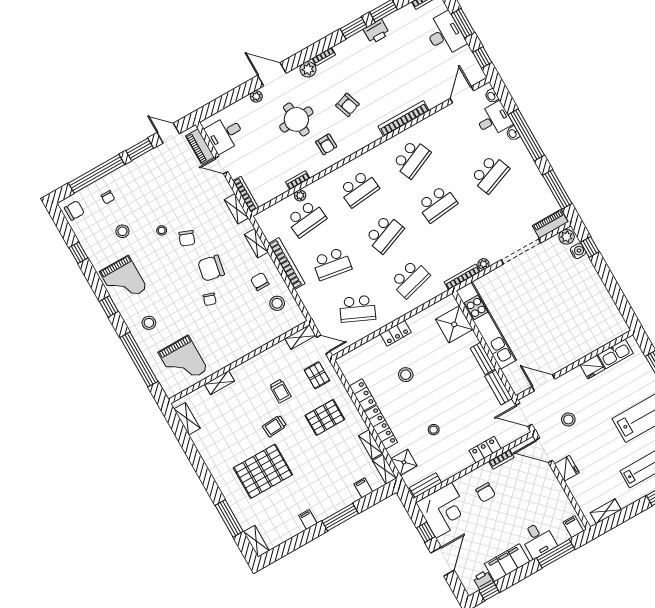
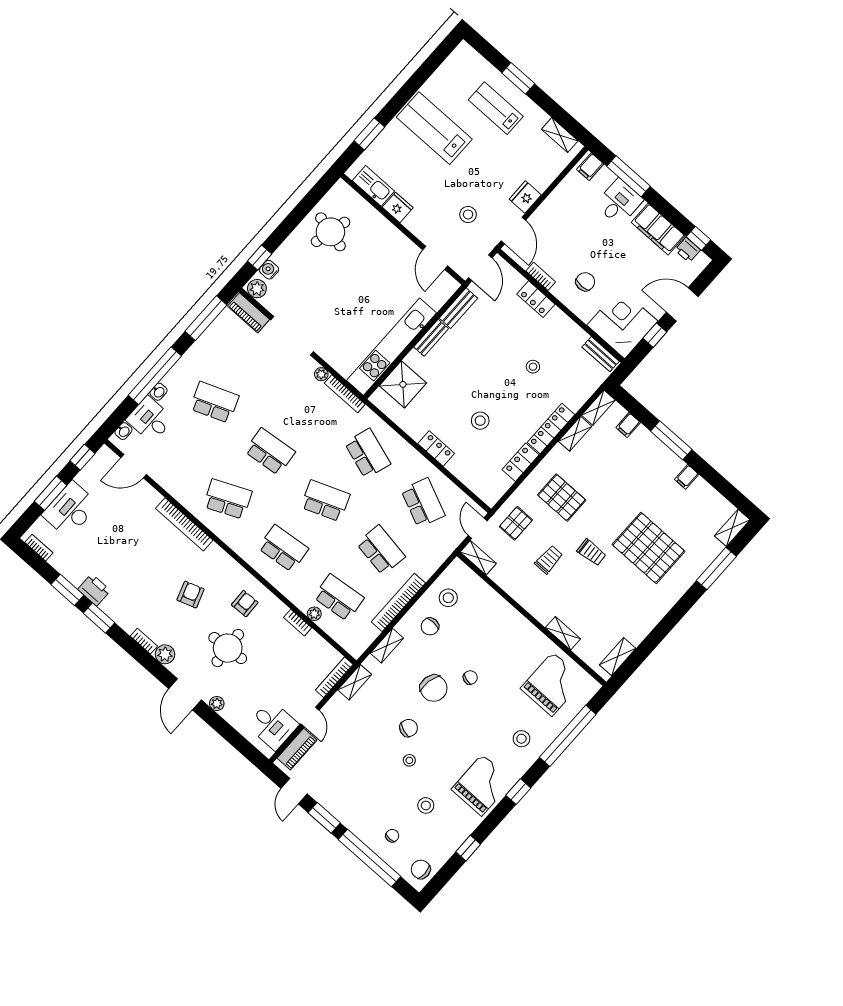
school desk: (410, 279) -> (367, 453), turned 33
round table: (591, 309) -> (330, 232), added
shower: (404, 462) -> (582, 388), removed

